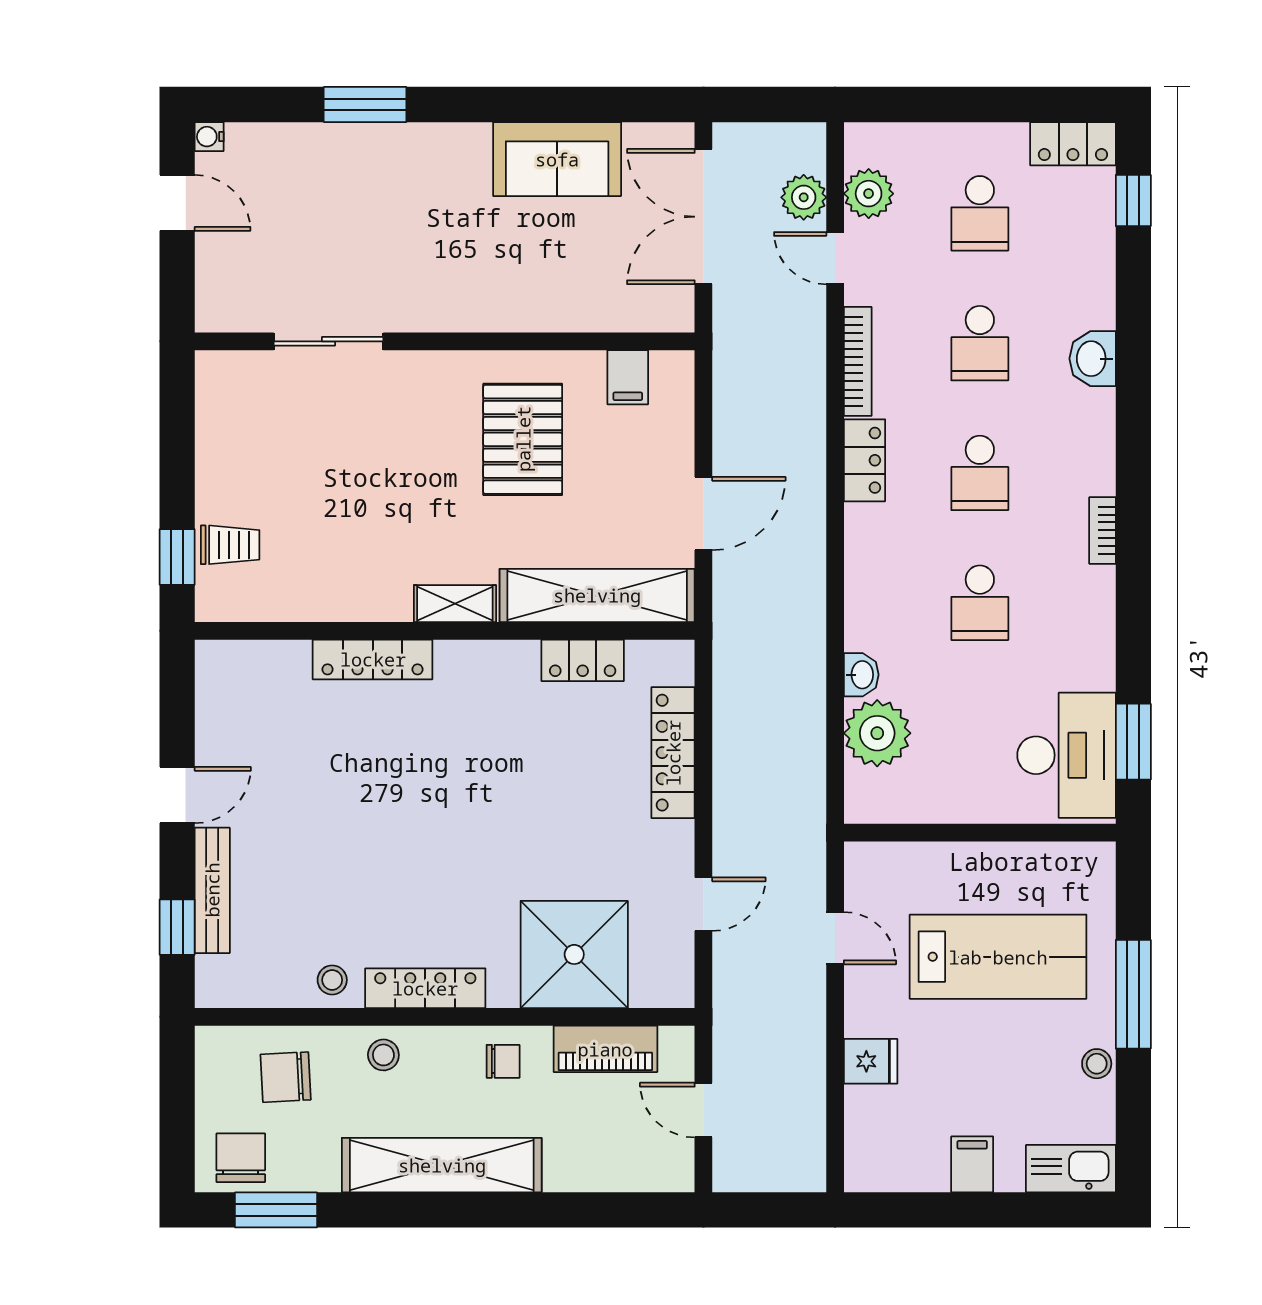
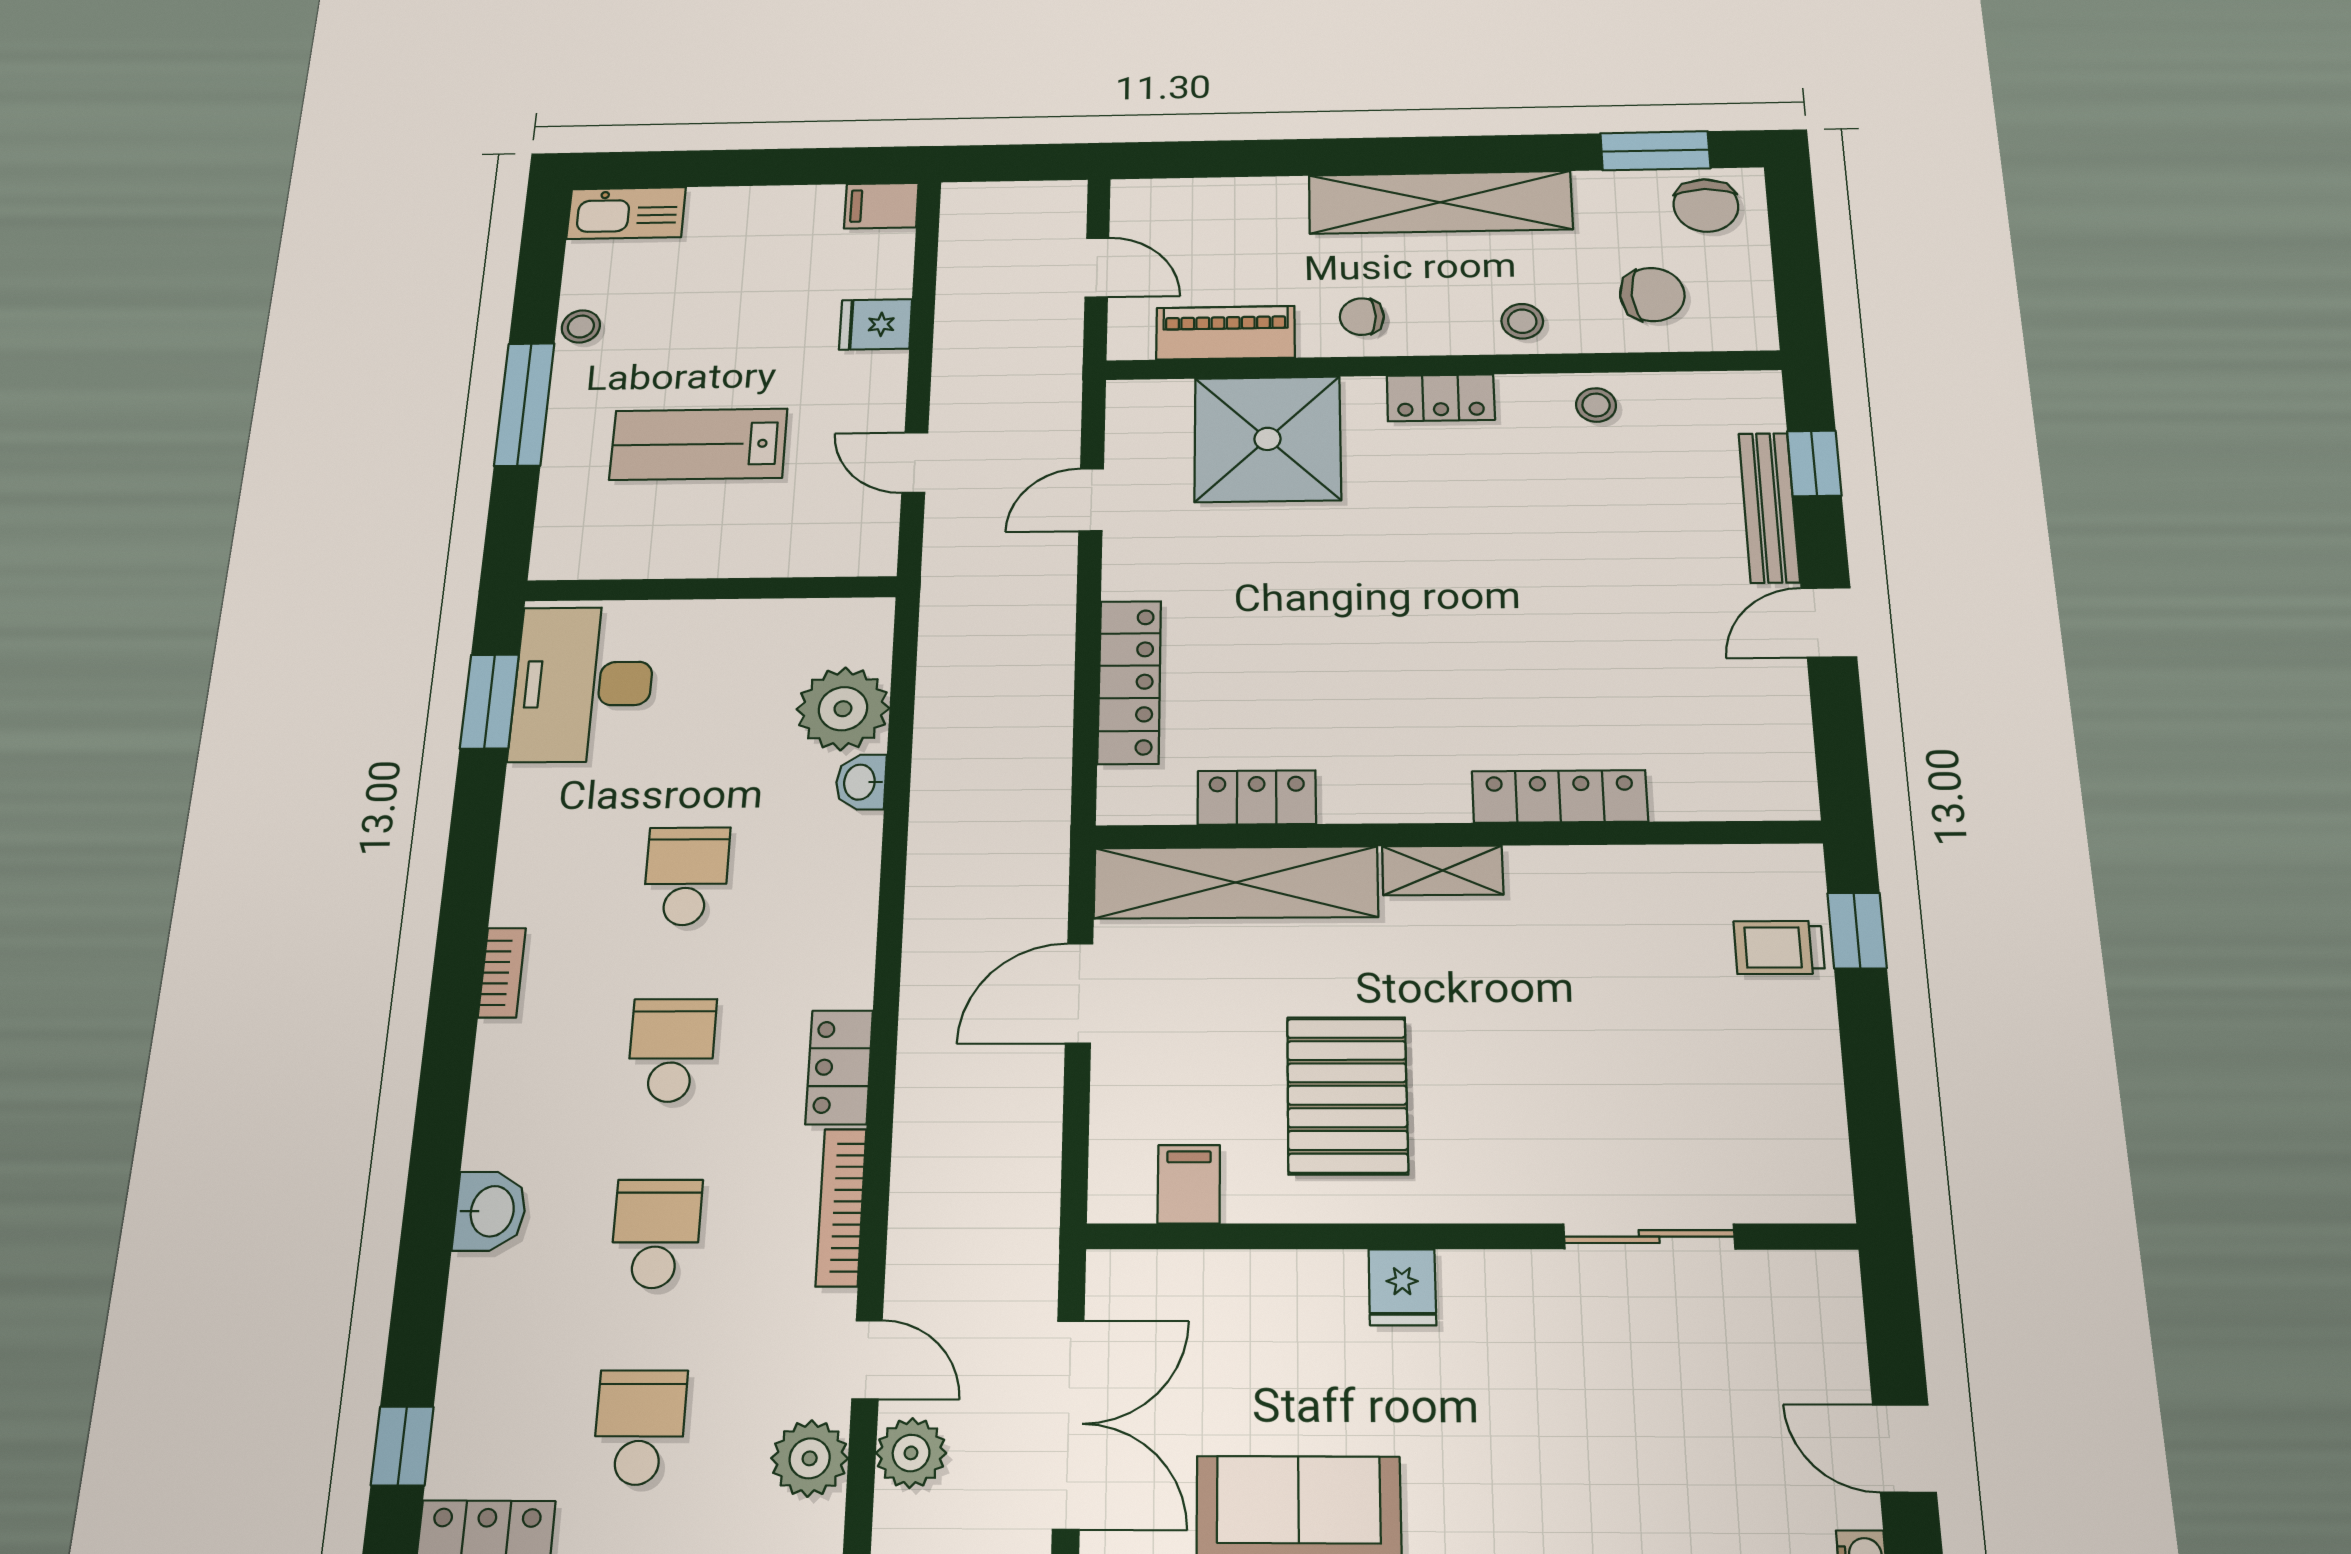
fridge: (489, 307) -> (1402, 1287), added
lab bench: (998, 957) -> (699, 444), width x0.73, depth x0.72
locker: (425, 988) -> (1441, 398), width x0.66
filing cabinet: (972, 1164) -> (881, 206), moved, turned 90

